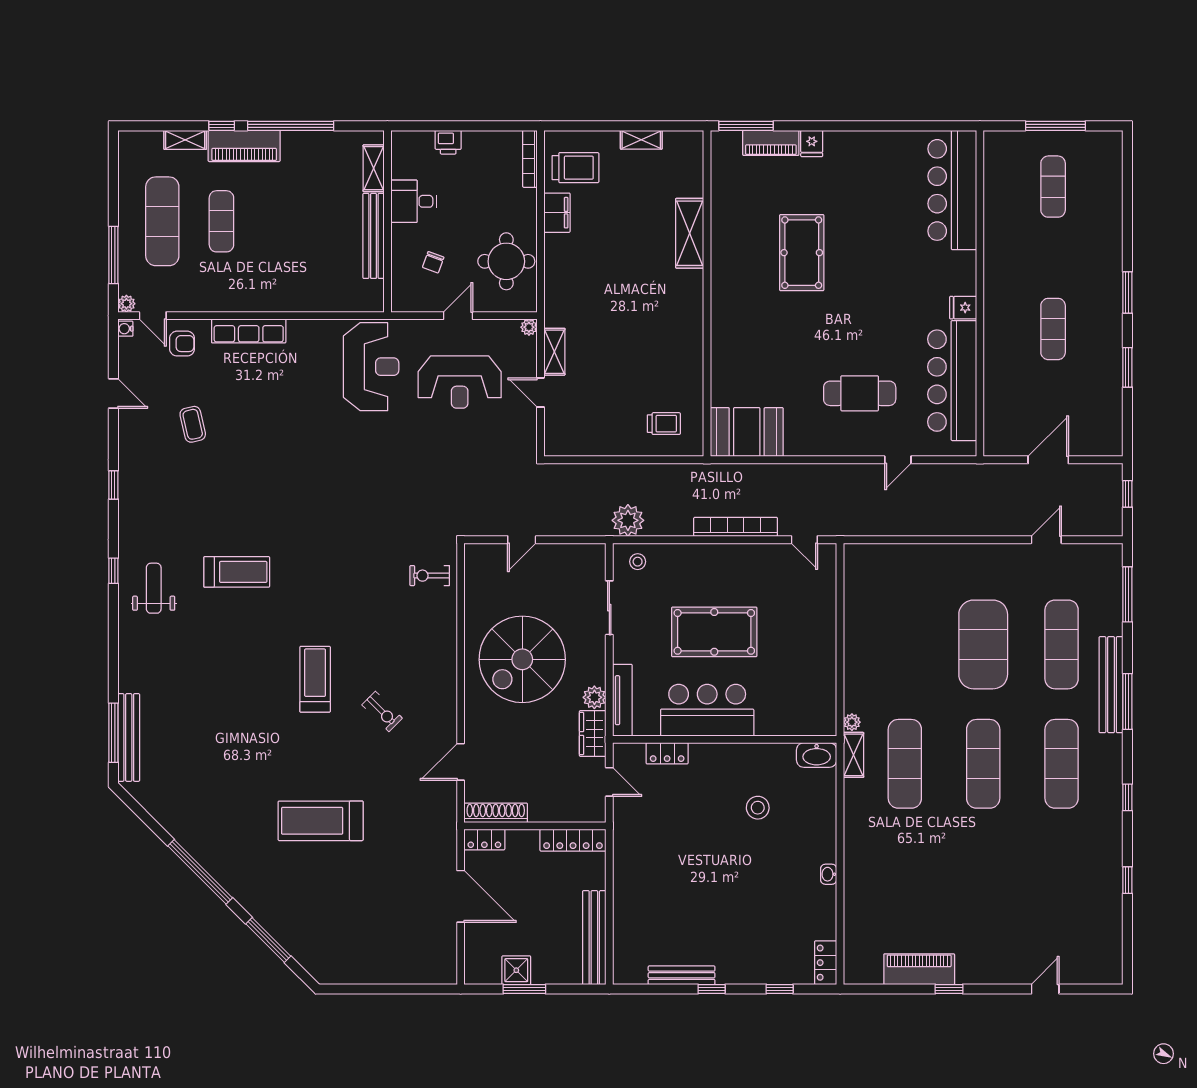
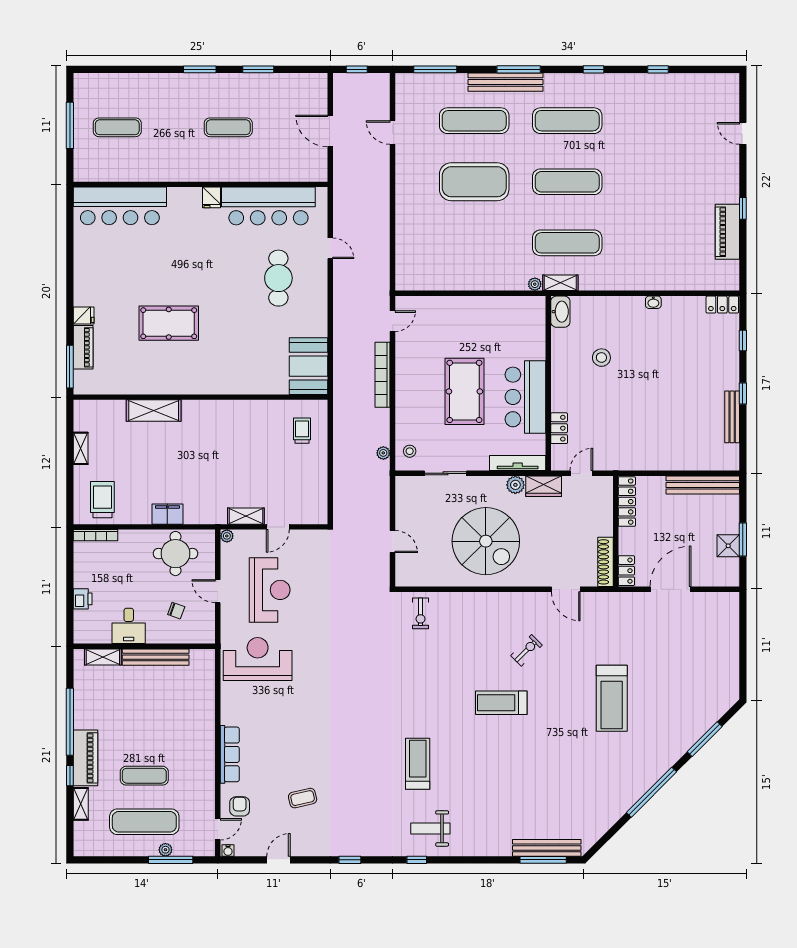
filing cabinet: (557, 213) -> (167, 514), moved
plant: (126, 304) -> (165, 850), moved
plant: (628, 520) -> (383, 453), width x0.53, depth x0.53

